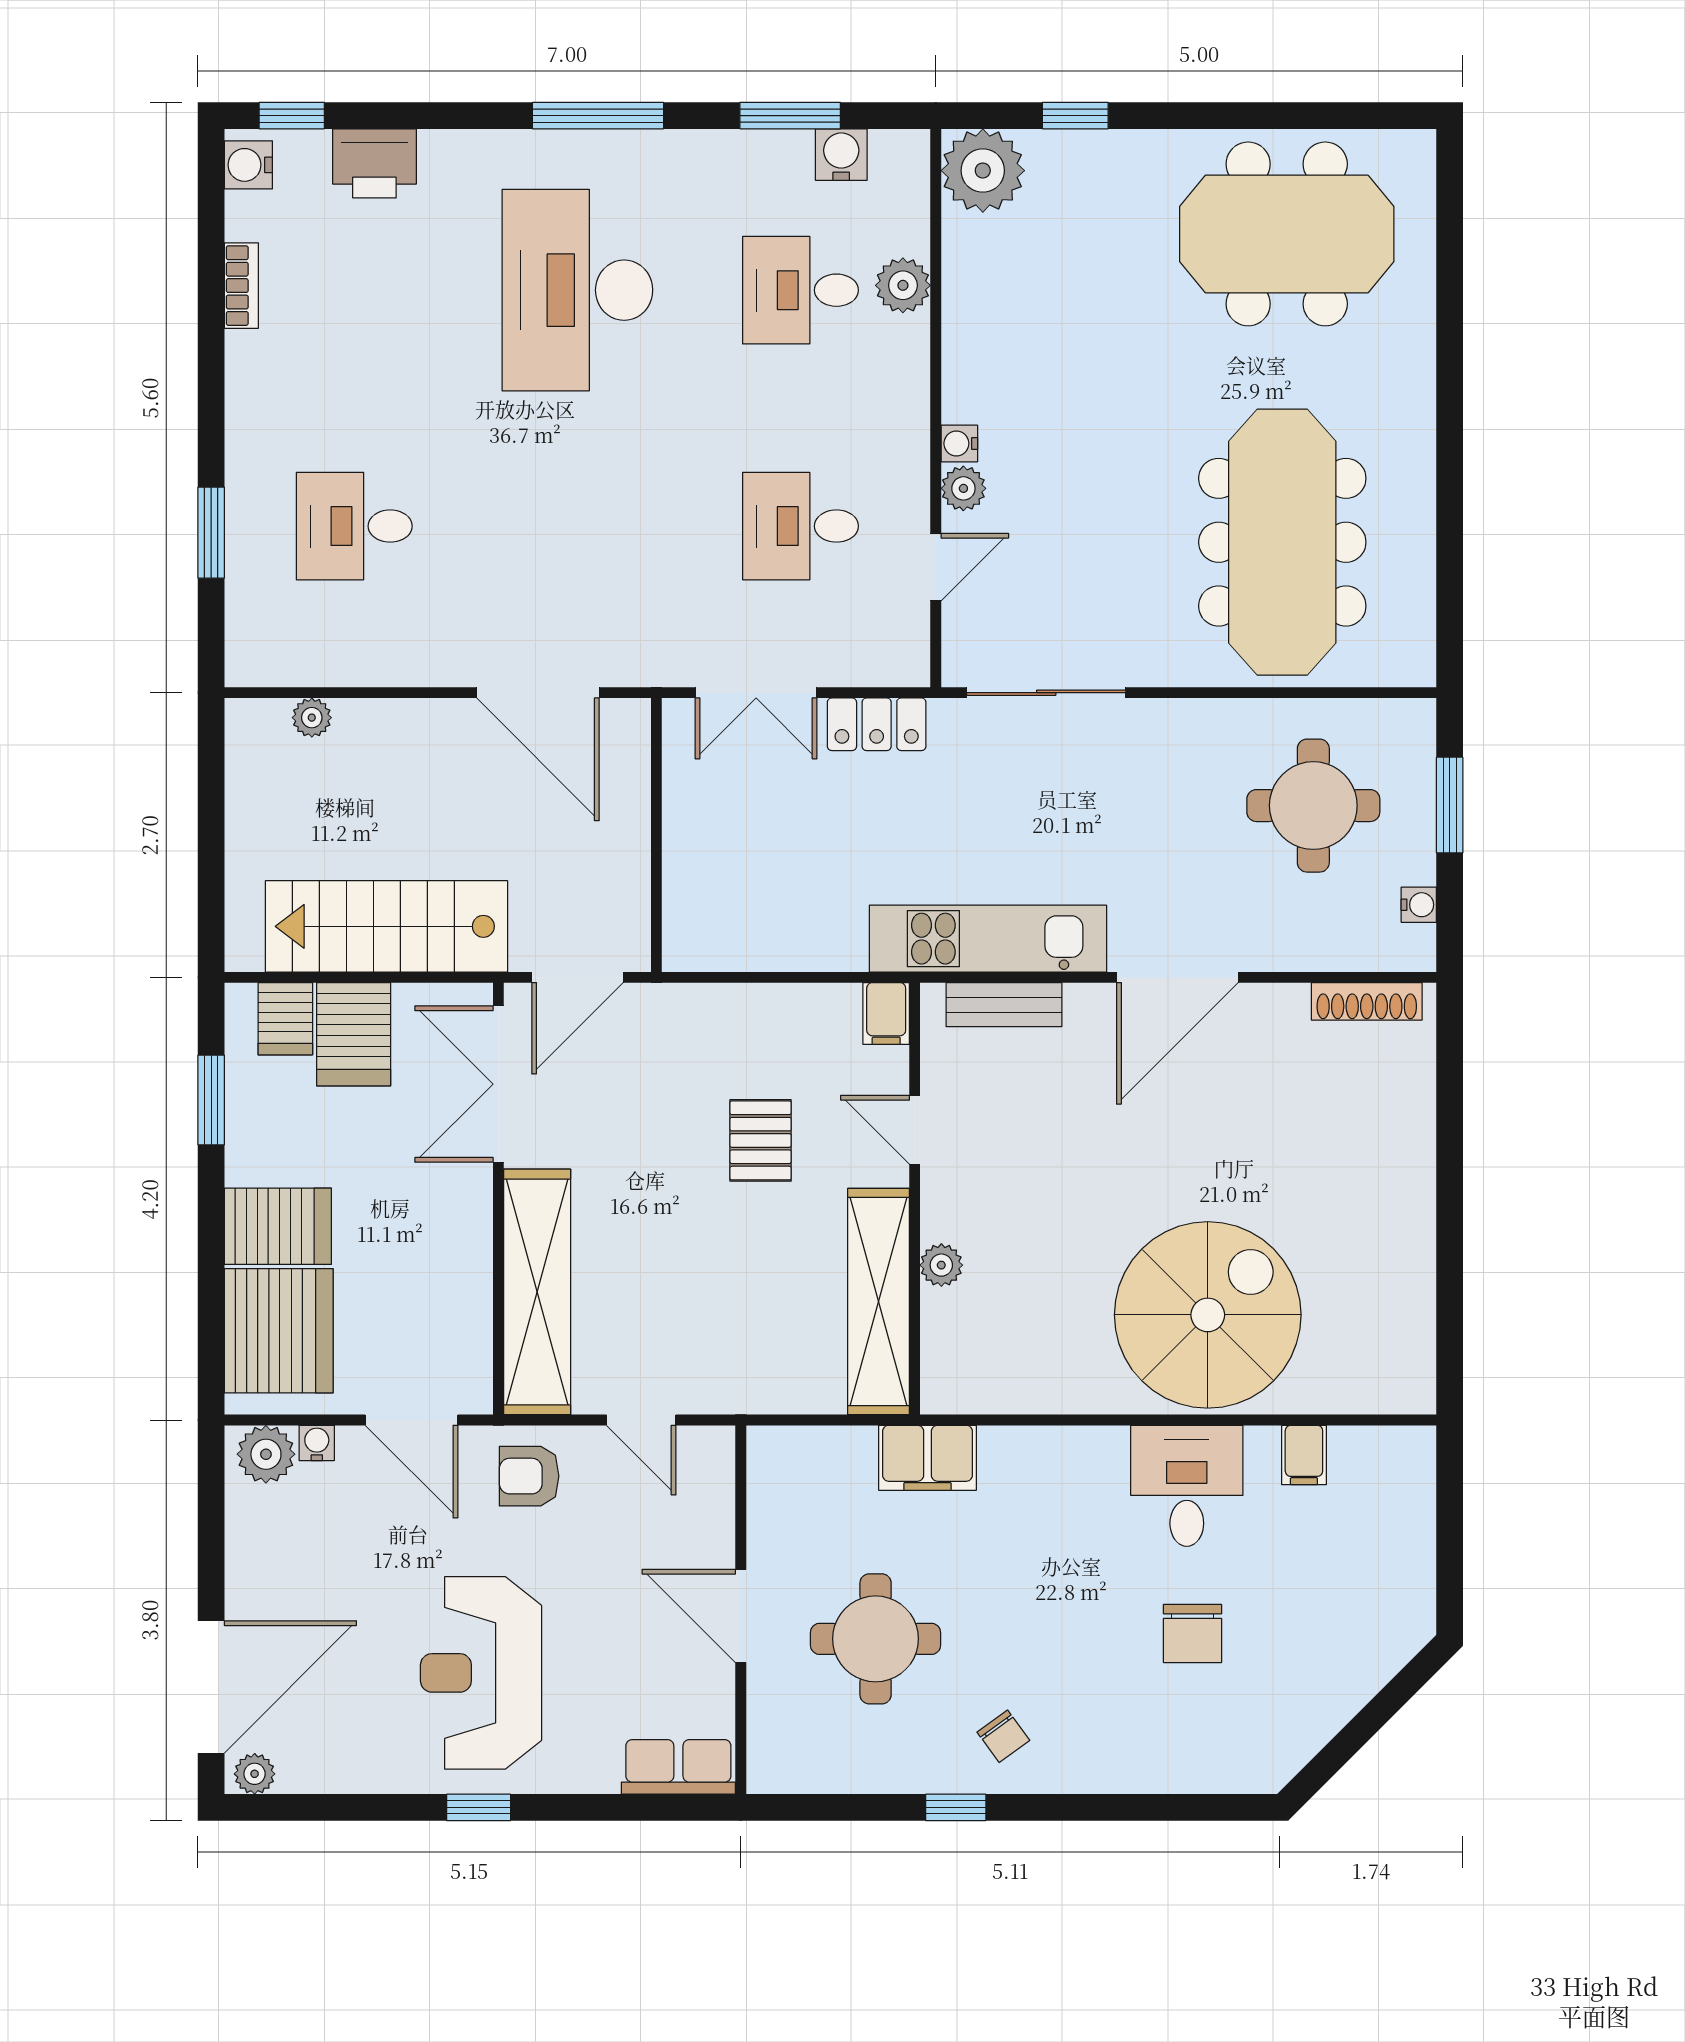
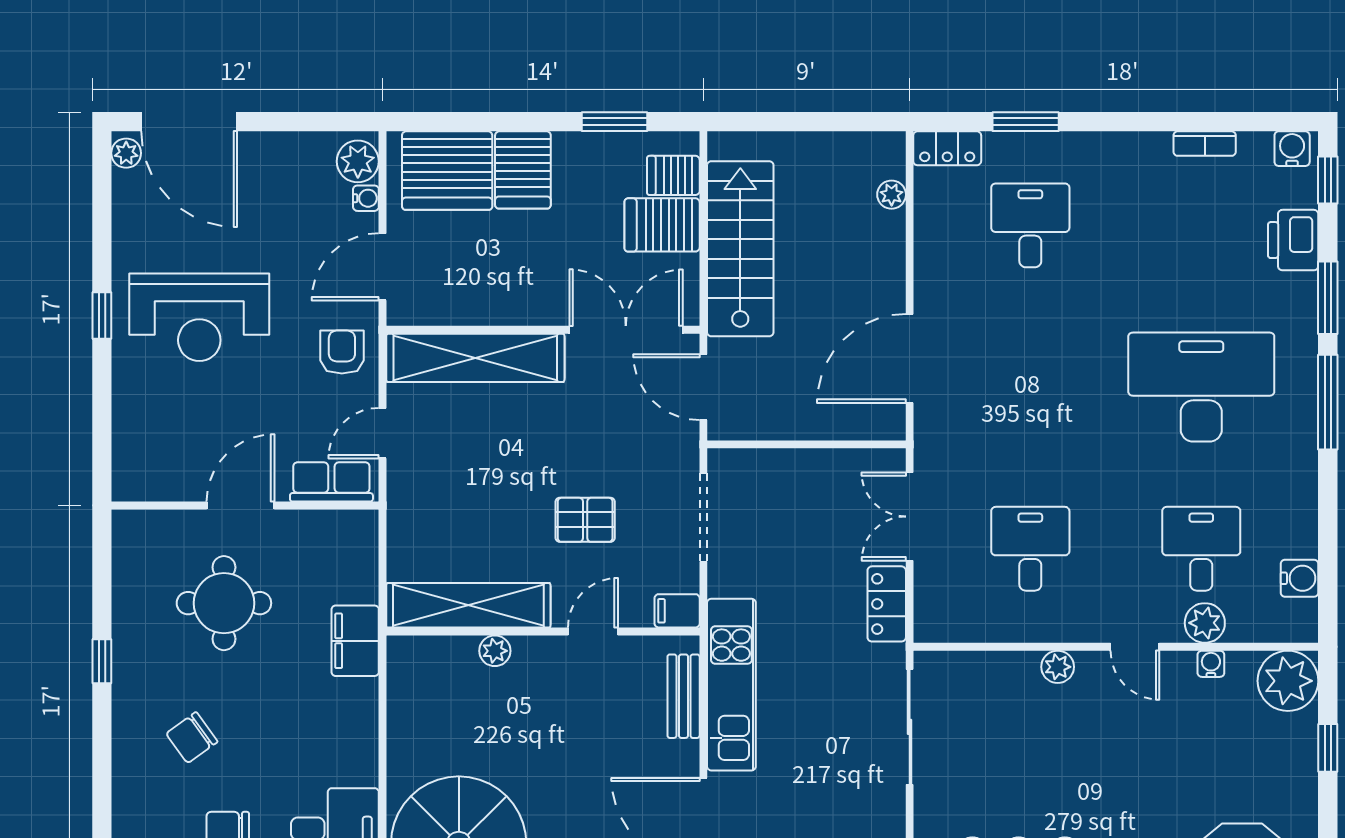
window: (790, 116) -> (1328, 298), moved
water cooler: (959, 443) -> (1211, 664), moved
door: (936, 567) -> (1135, 647), moved
locker: (248, 641) -> (947, 148), added
doorway: (757, 977) -> (703, 517), added
reception desk: (481, 1673) -> (199, 317), turned 180
chair: (1003, 1736) -> (192, 738), moved, width x1.37, depth x1.37
row of seats: (678, 1767) -> (331, 482), moved, turned -90

